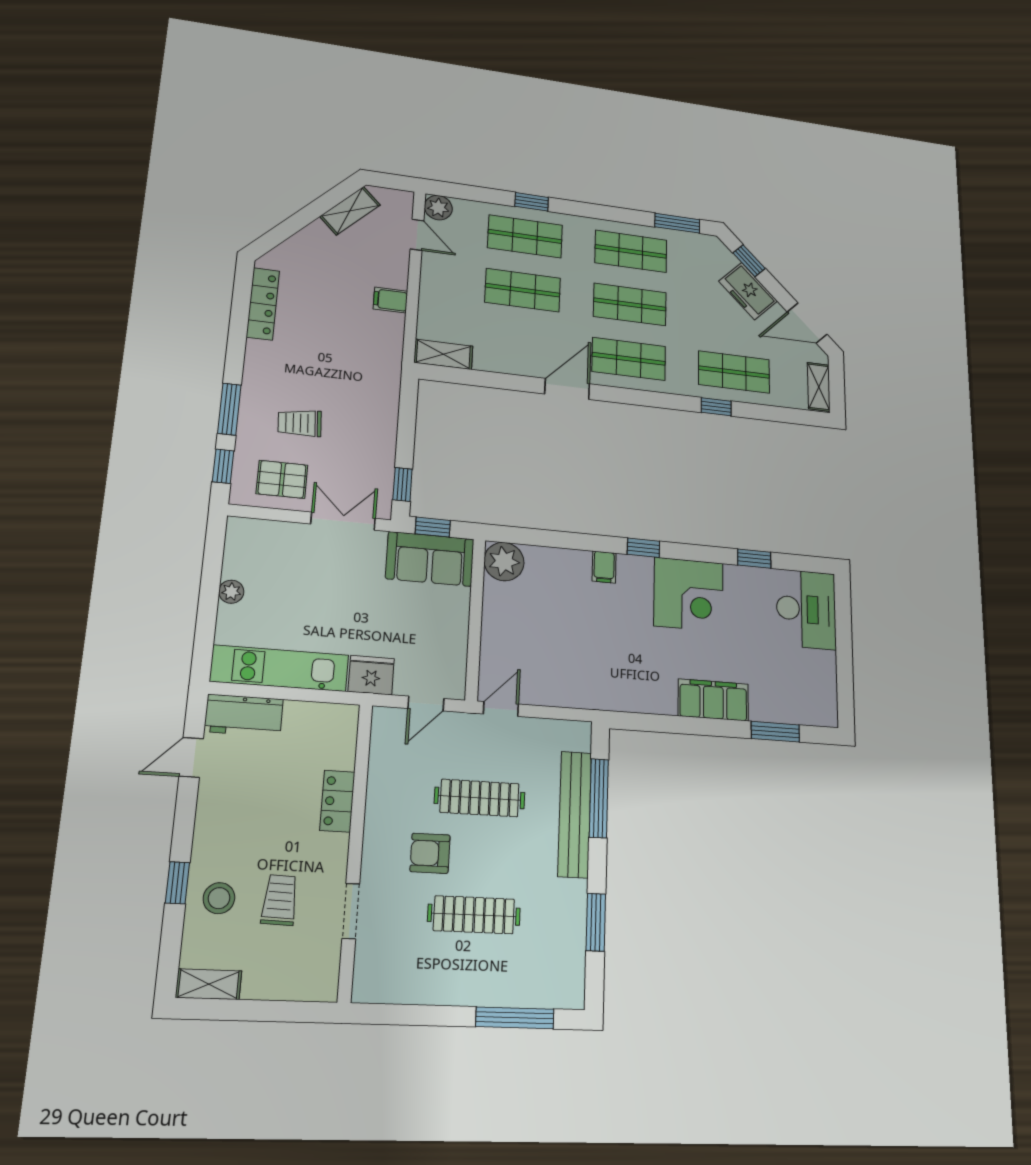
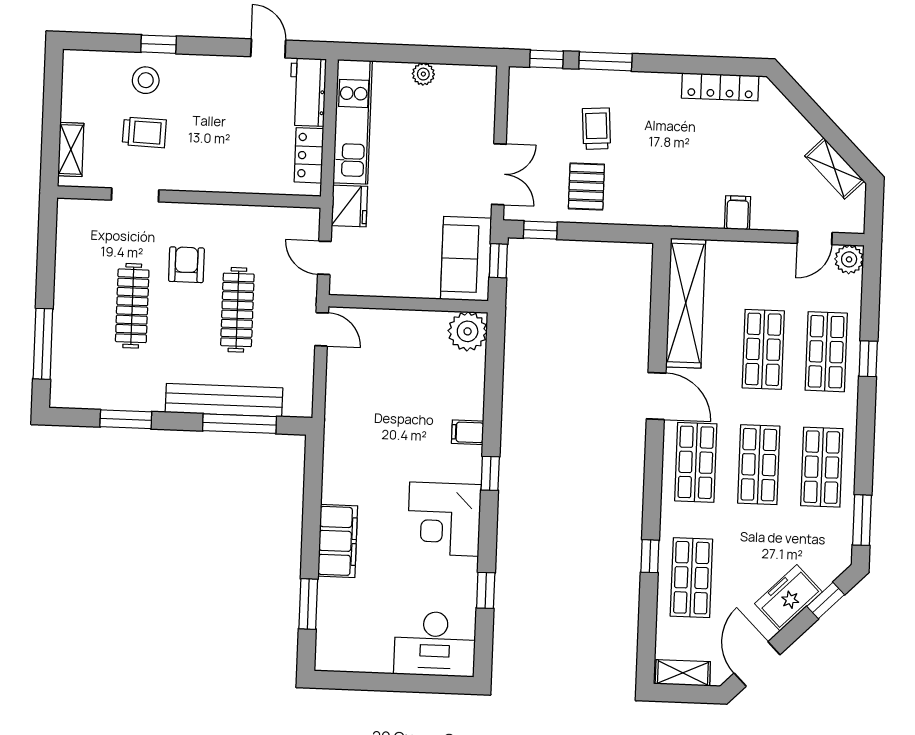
shelving: (443, 354) -> (686, 303), width x2.20, depth x1.33
pallet: (282, 479) -> (586, 187), moved
locker: (337, 801) -> (309, 155), moved, turned -90
shelving: (209, 984) -> (71, 149), moved

